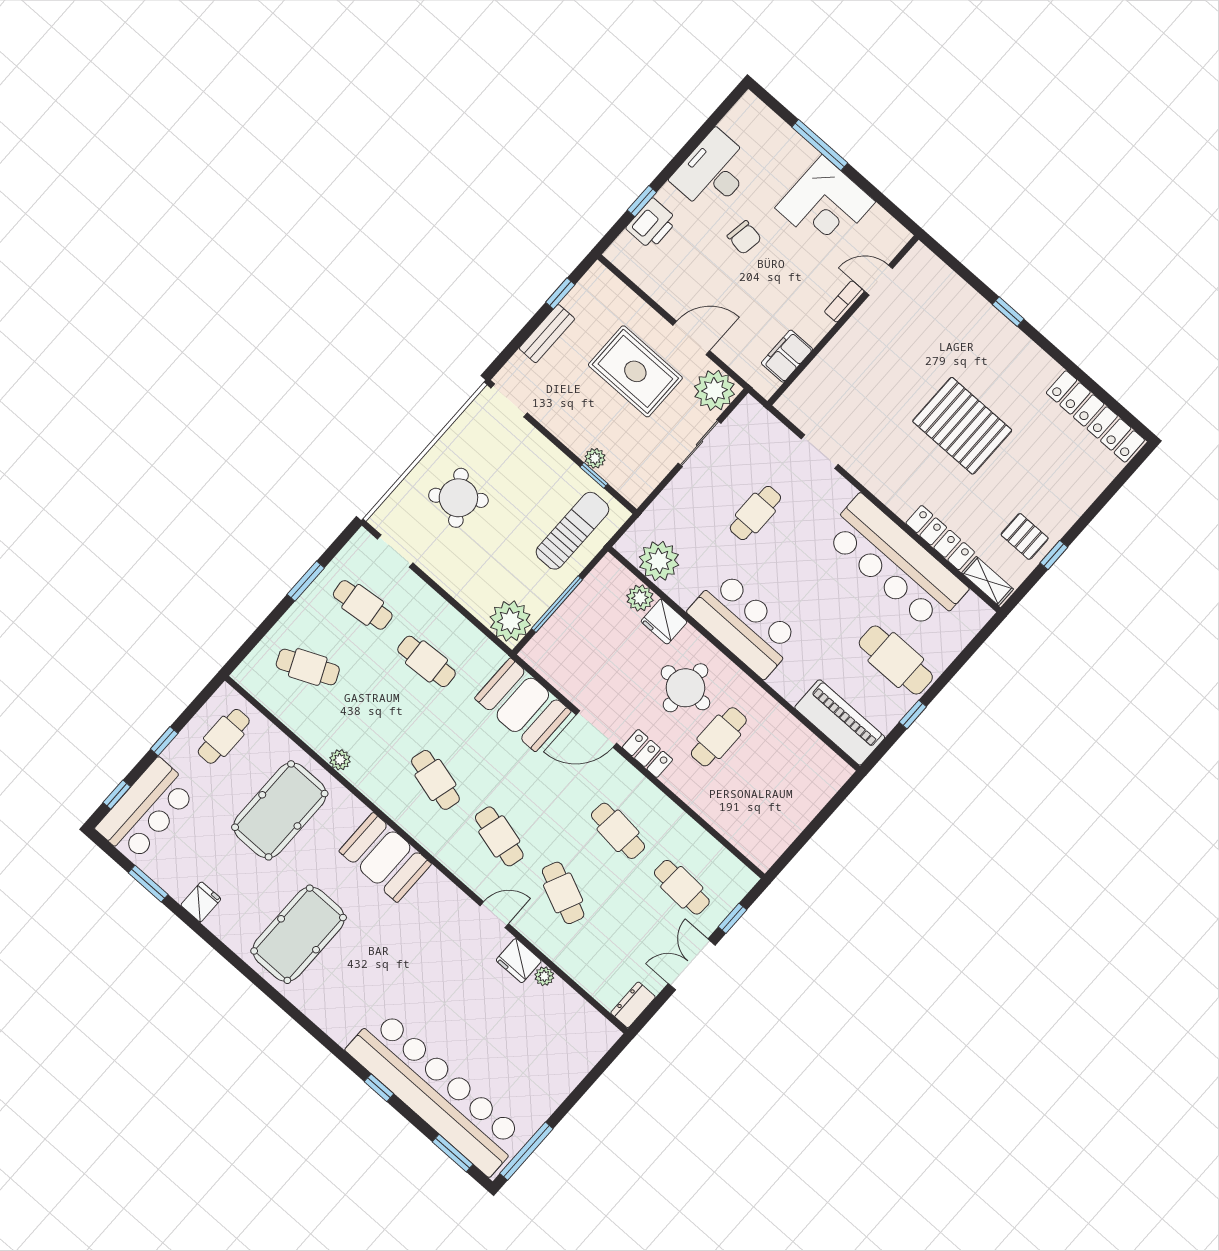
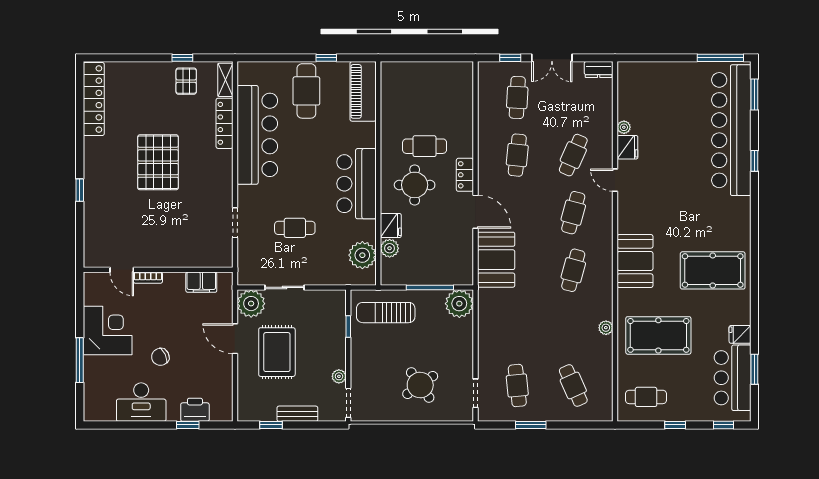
chair: (744, 238) -> (160, 357), turned -125
plant: (595, 458) -> (339, 376), moved
cafe table: (427, 661) -> (517, 328), removed
bar counter: (146, 810) -> (733, 378), moved, turned -90

